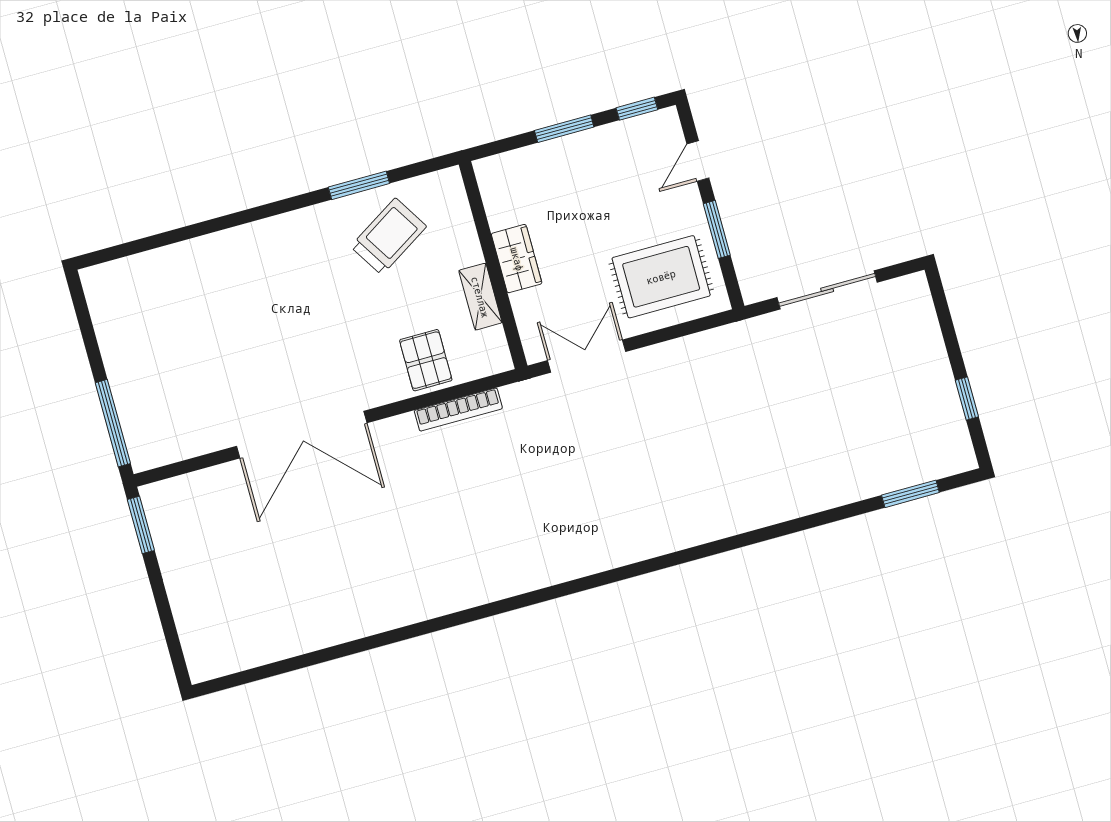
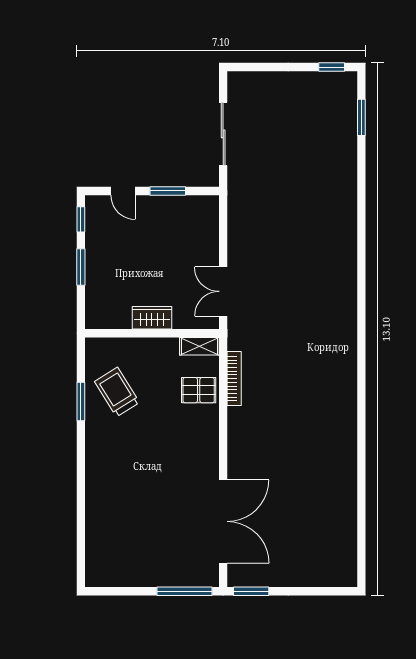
rug: (661, 277) -> (187, 233), removed
shelving: (480, 297) -> (199, 346), moved
window: (967, 399) -> (332, 67), moved
double door: (302, 435) -> (223, 521), moved

